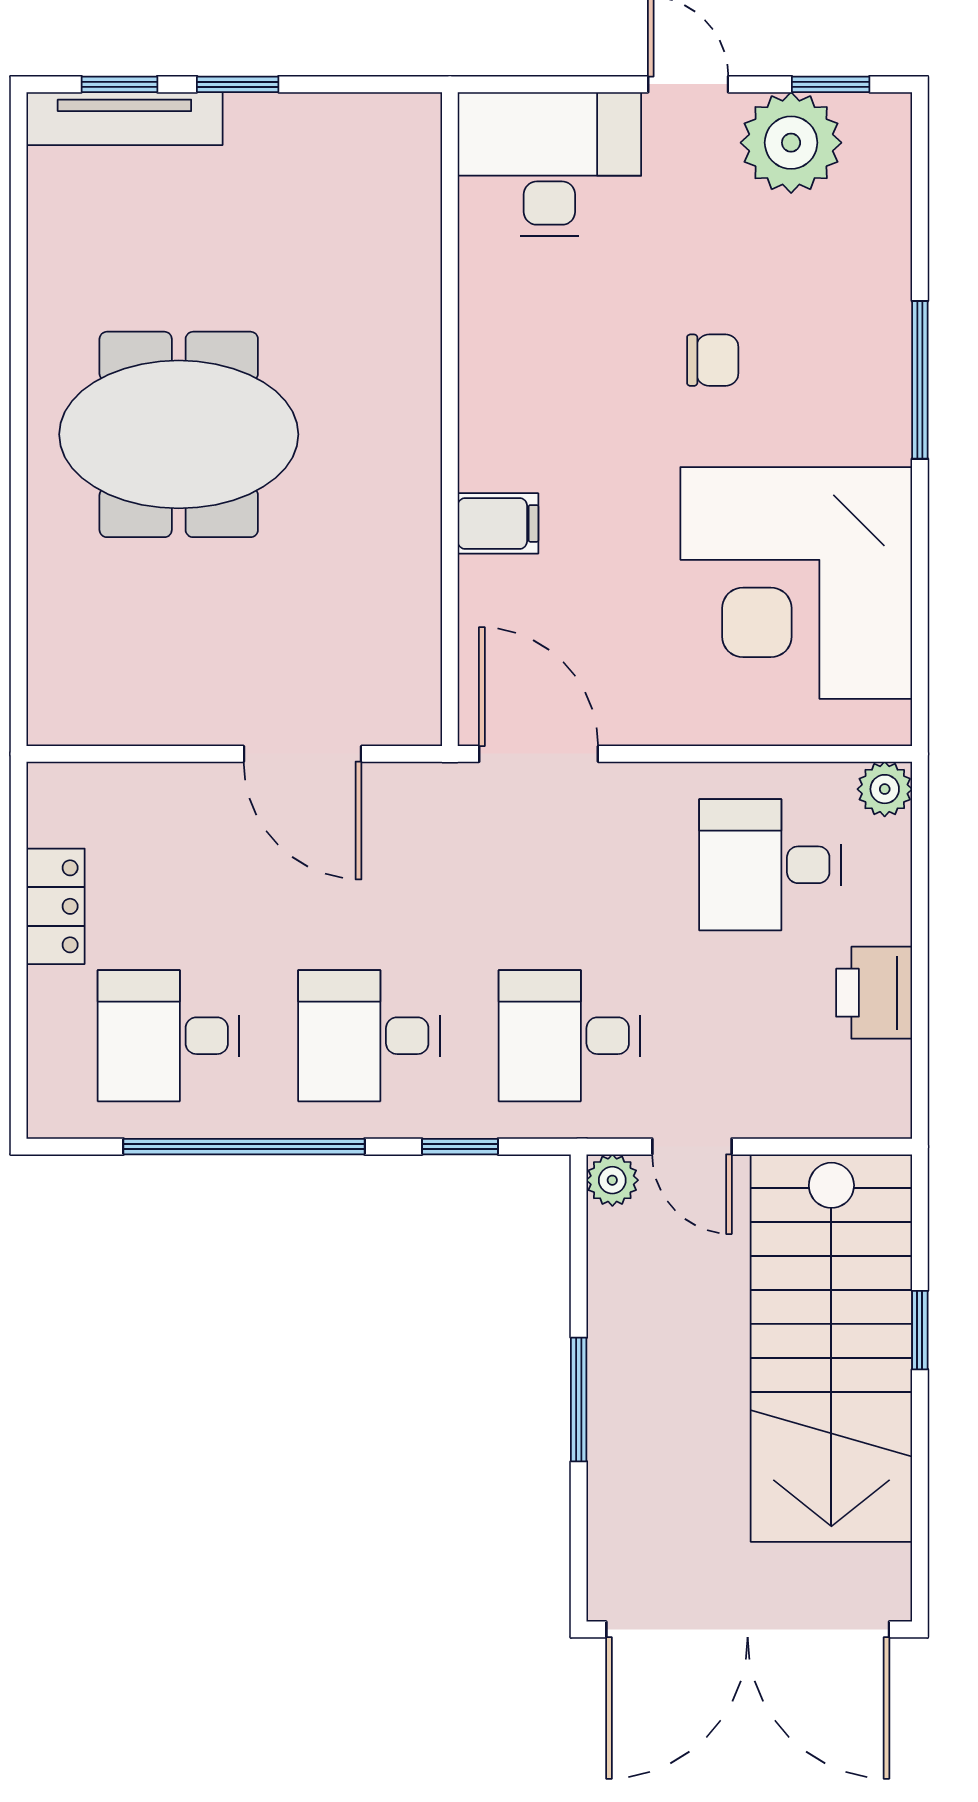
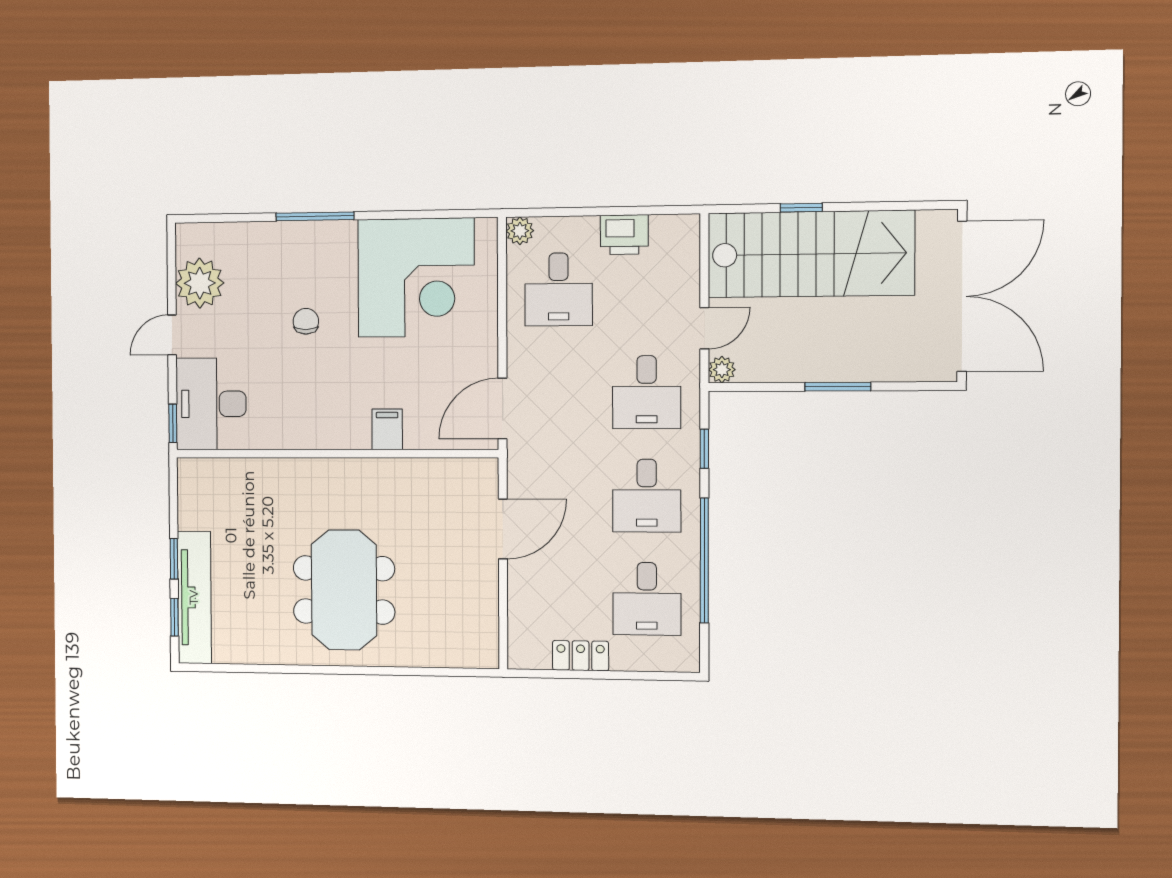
window: (831, 84) -> (173, 423), moved
tv unit: (124, 119) -> (194, 597), width x1.36, depth x1.29

